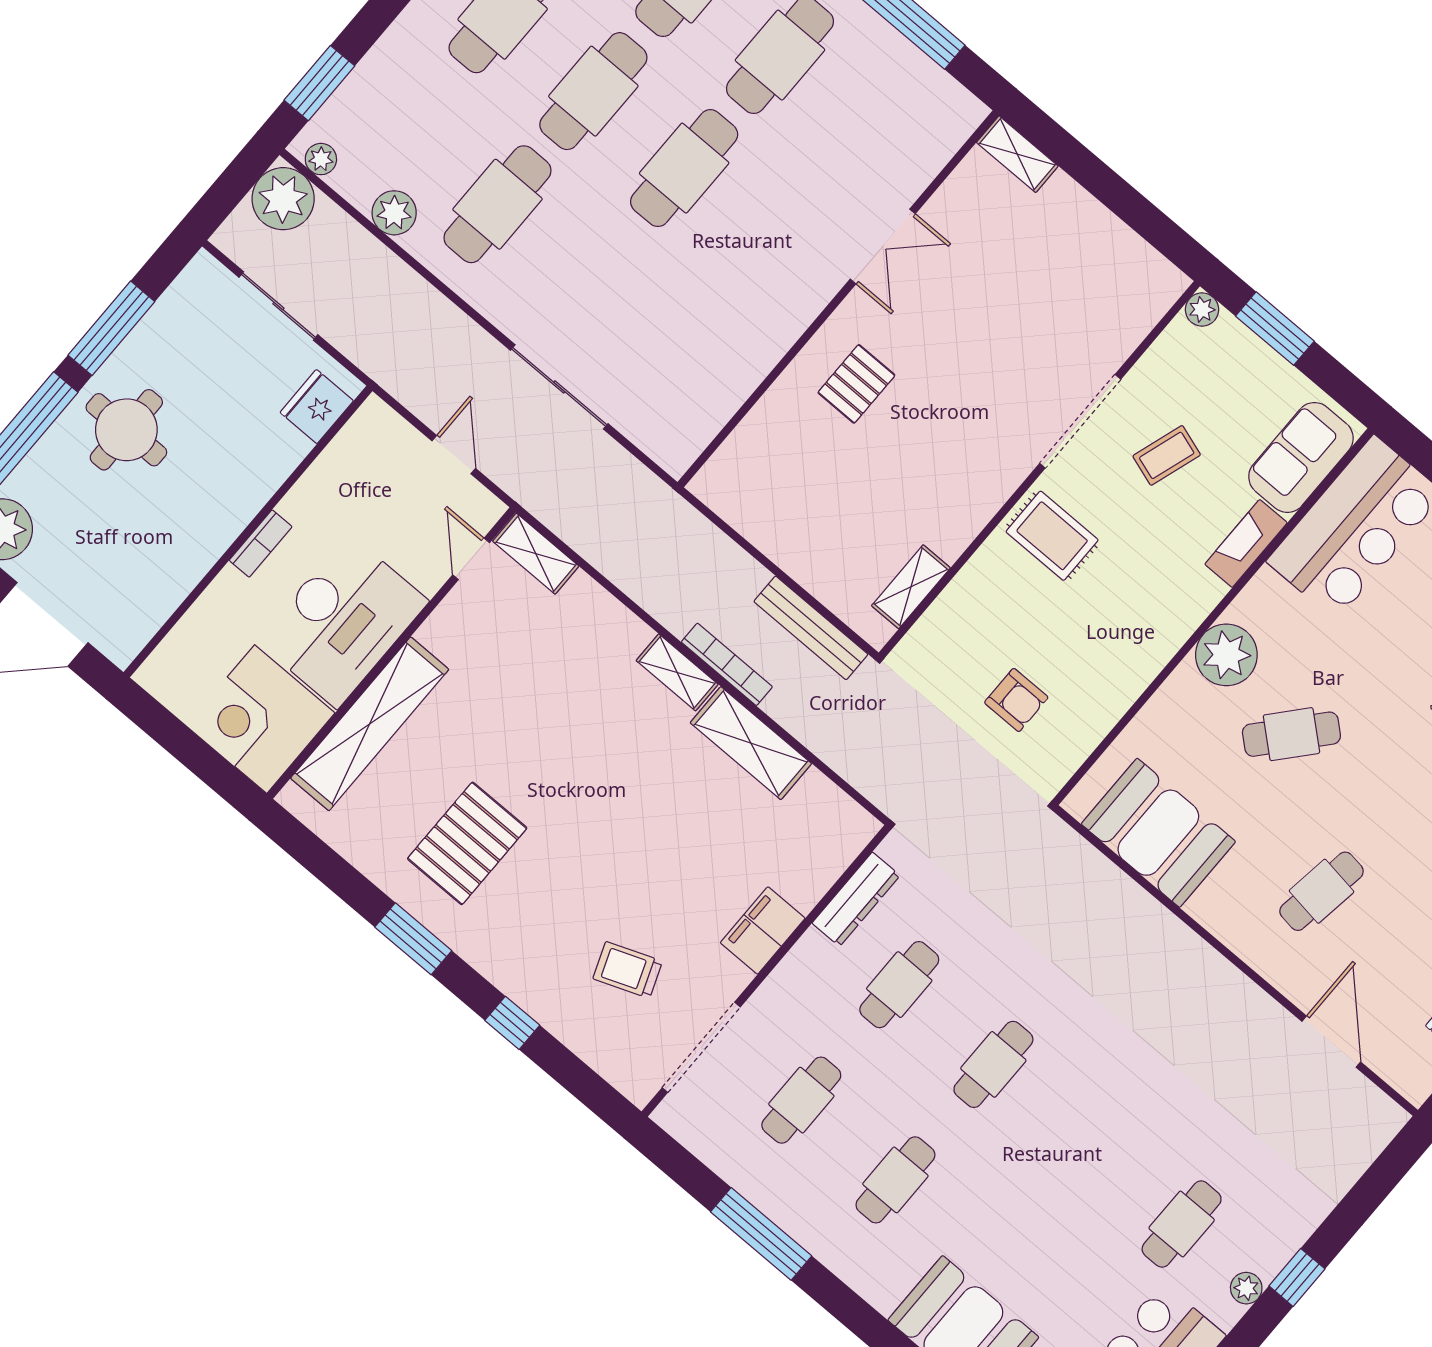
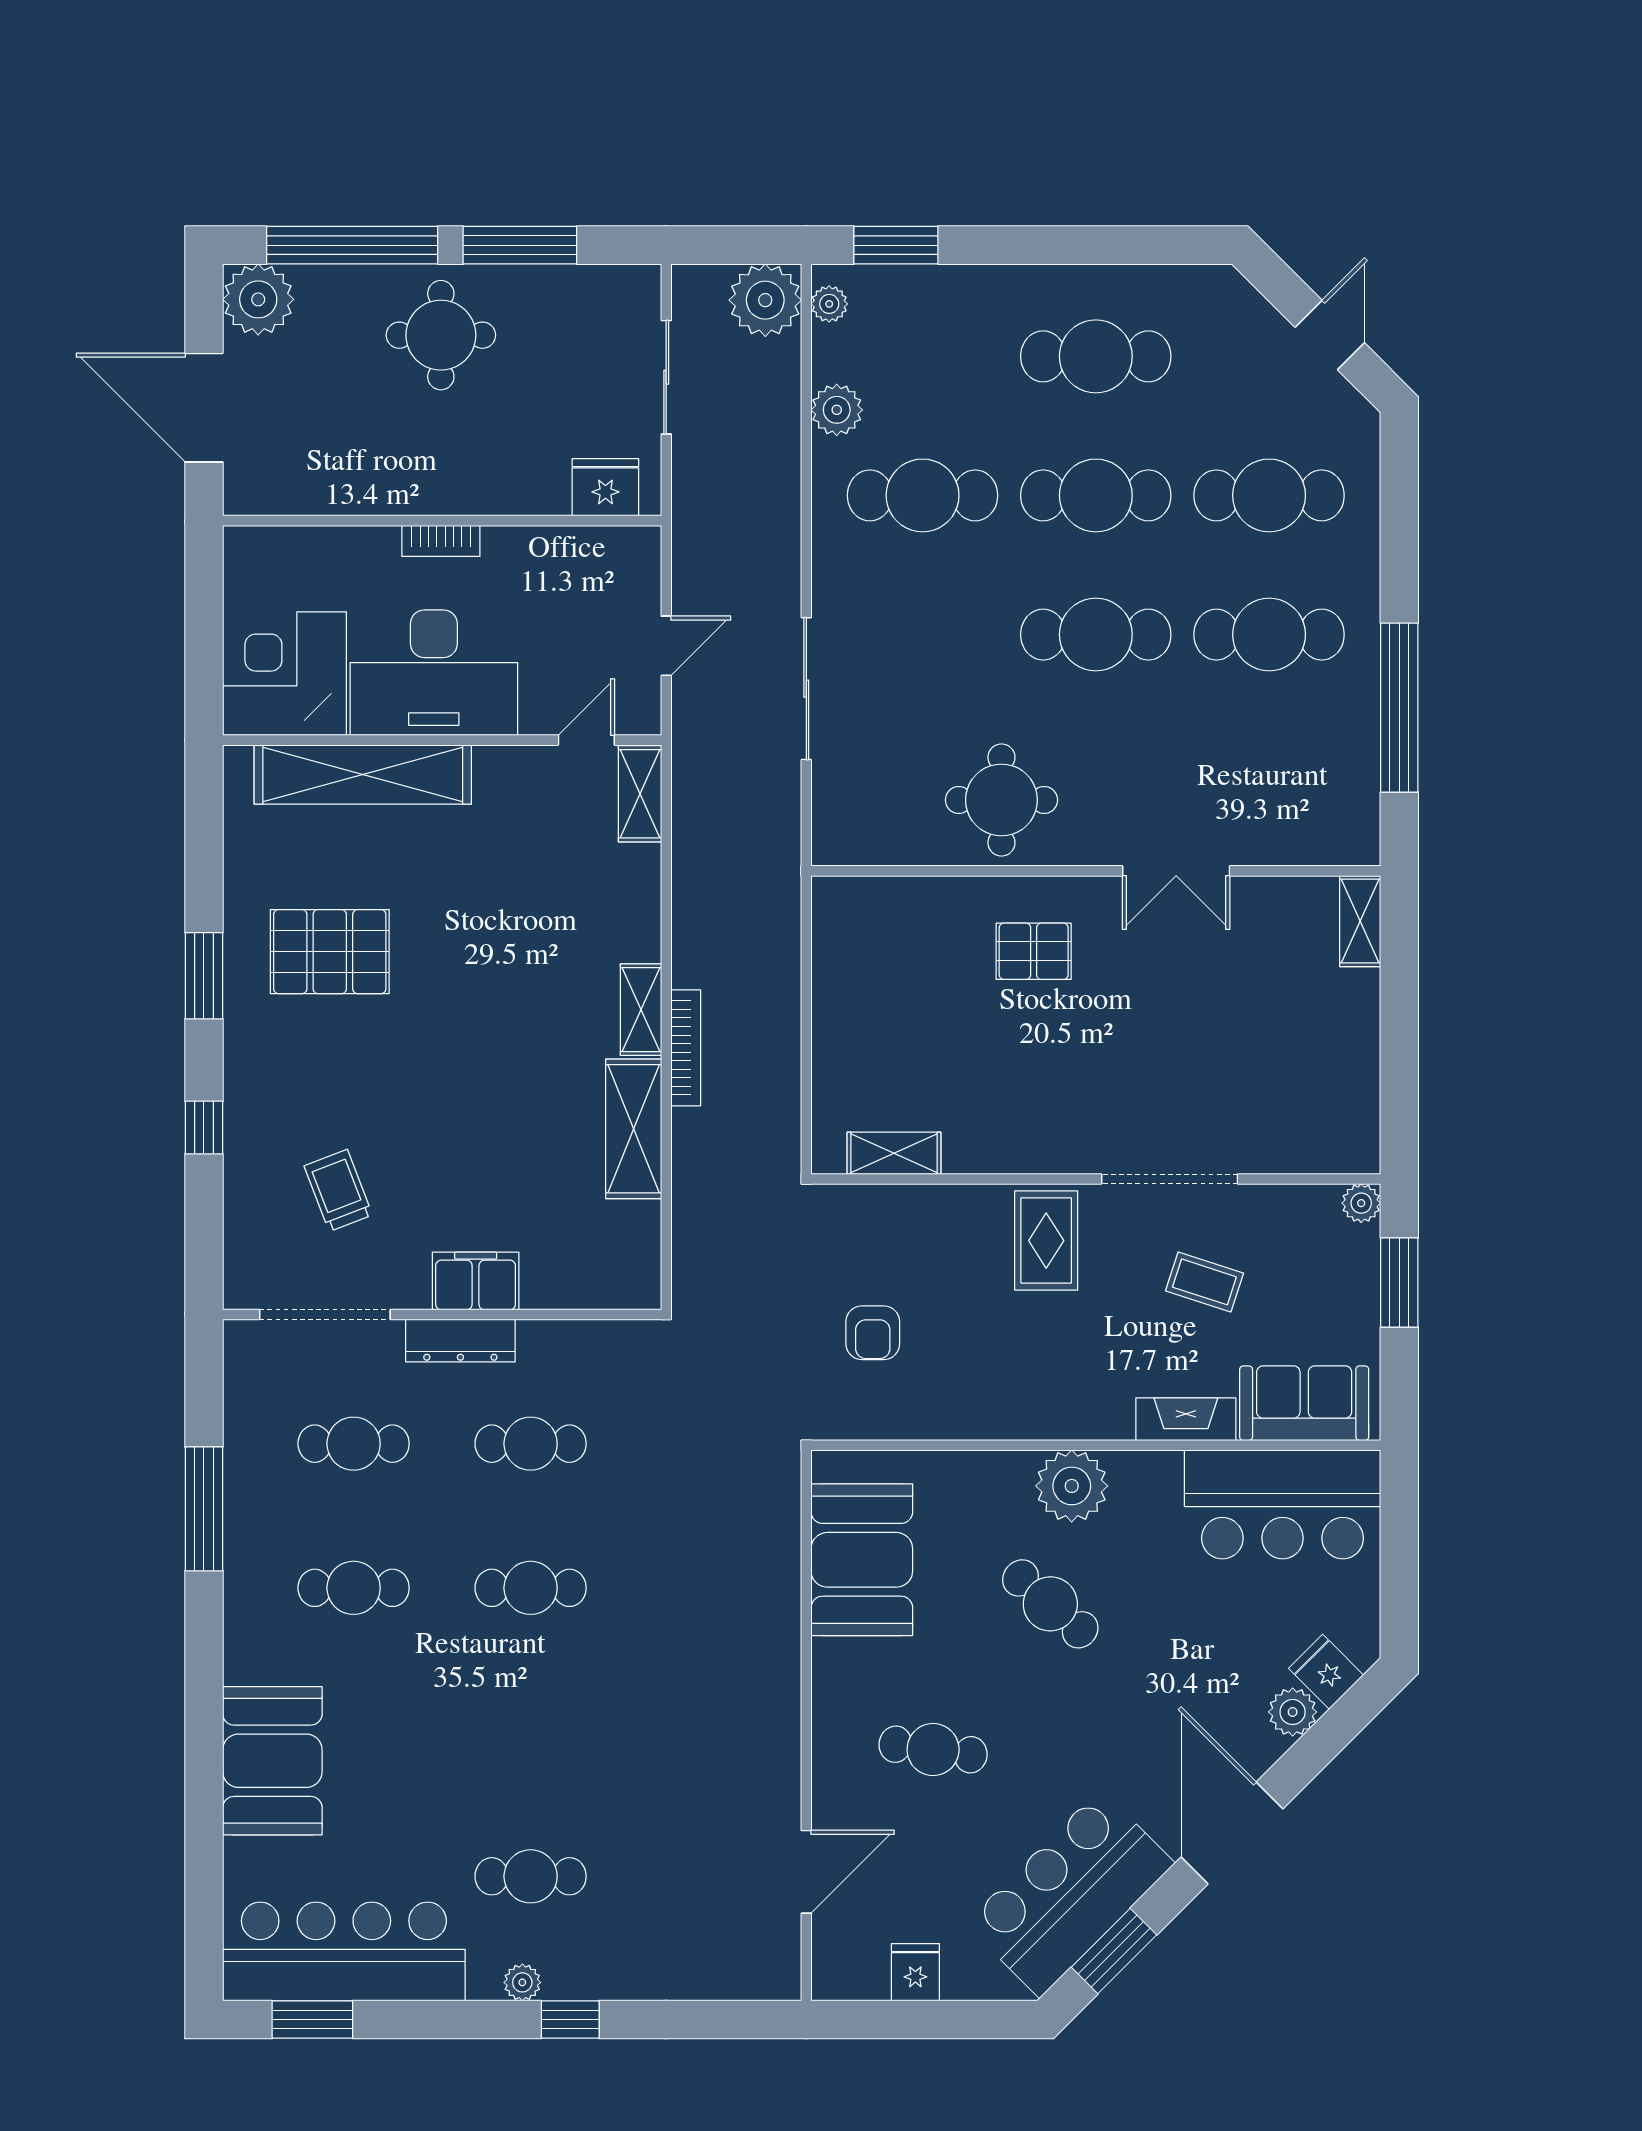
round table: (740, 321) -> (1001, 800), added
bench: (811, 628) -> (782, 1095), removed
dresser: (856, 899) -> (460, 1341), moved

